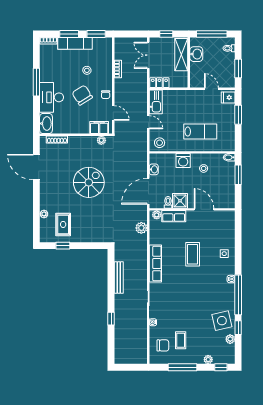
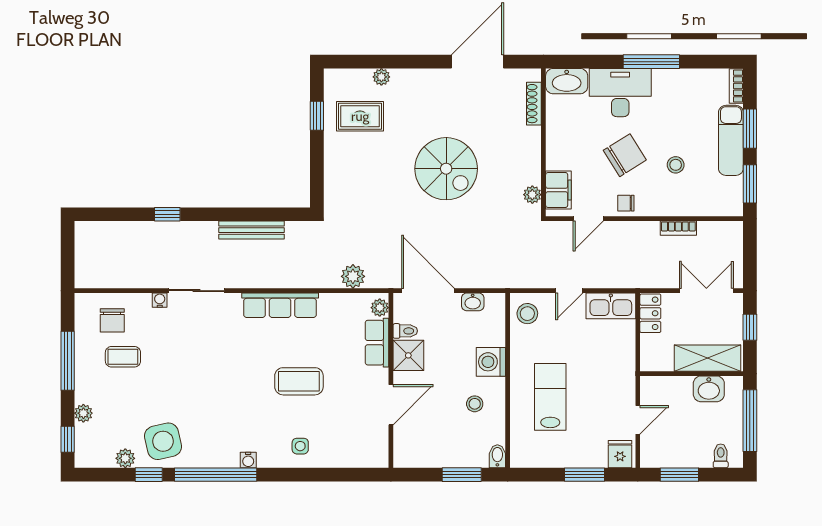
lab bench: (200, 132) -> (550, 397), turned 180

